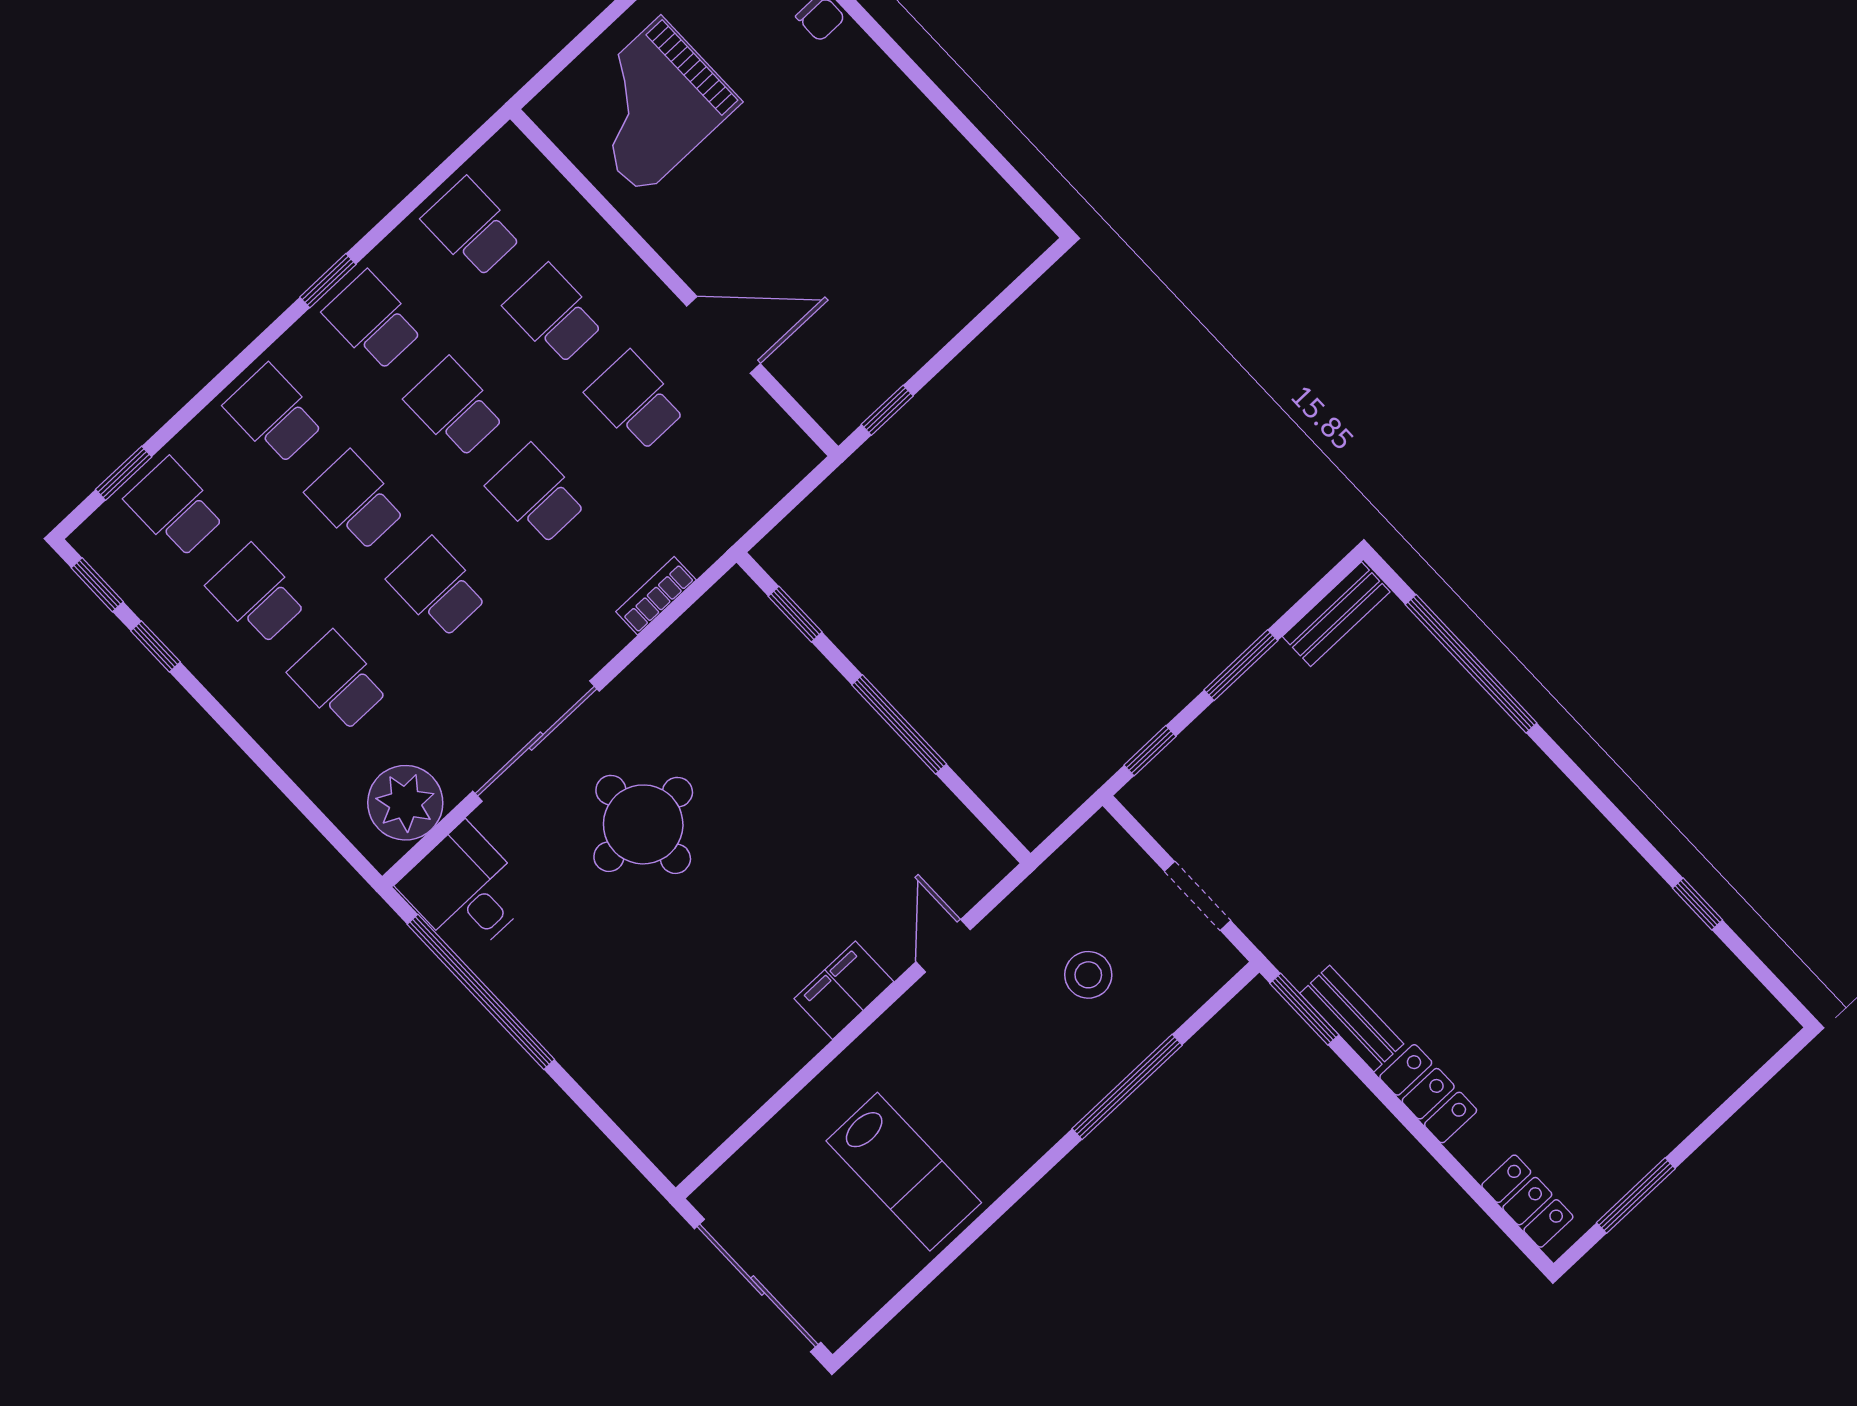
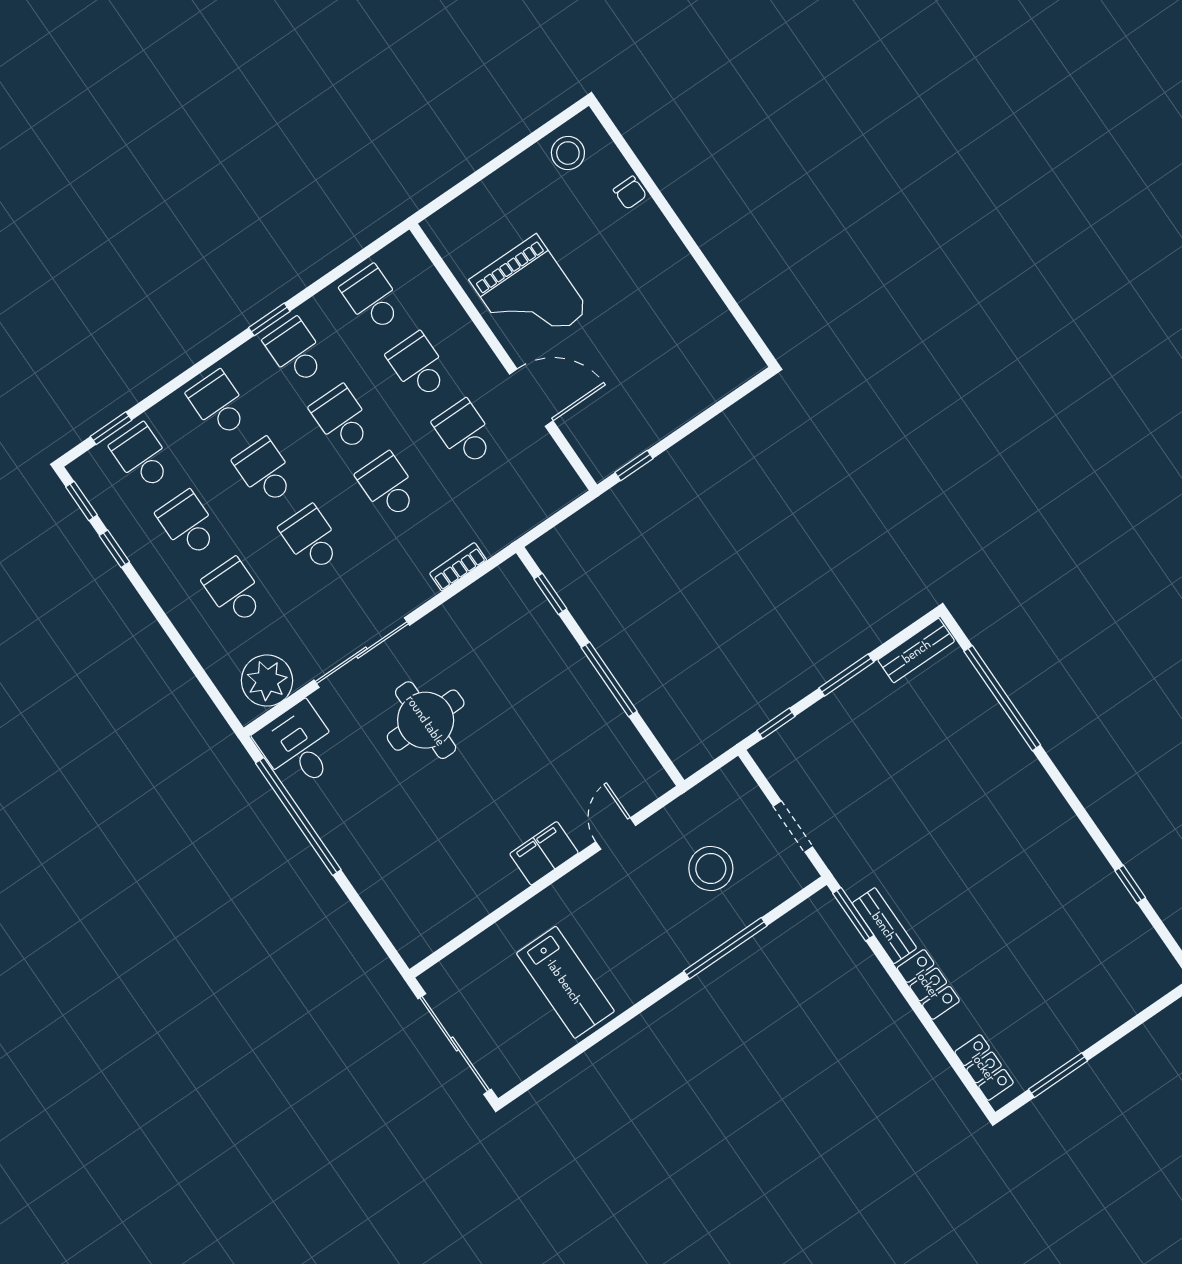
grand piano: (652, 106) -> (529, 296), moved, turned -90
stool: (1088, 975) -> (711, 868), width x1.38, depth x1.38

